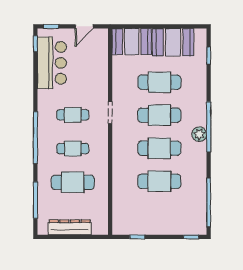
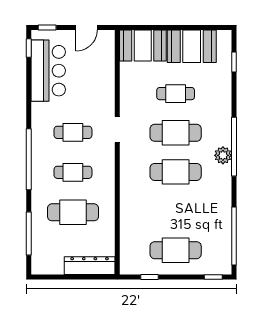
cafe table: (159, 82) -> (176, 94), width x0.73, depth x0.74
cafe table: (159, 181) -> (176, 250), moved
dresser: (70, 227) -> (90, 266), moved

